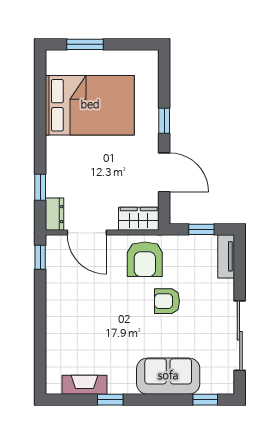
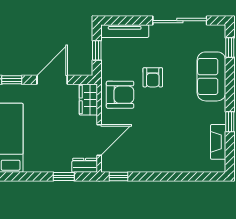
tv unit: (226, 256) -> (125, 31), width x1.41

